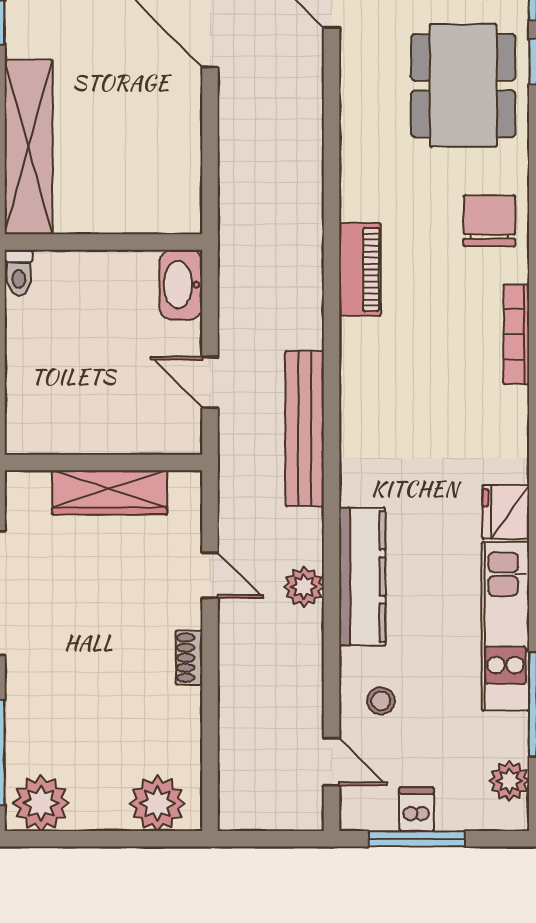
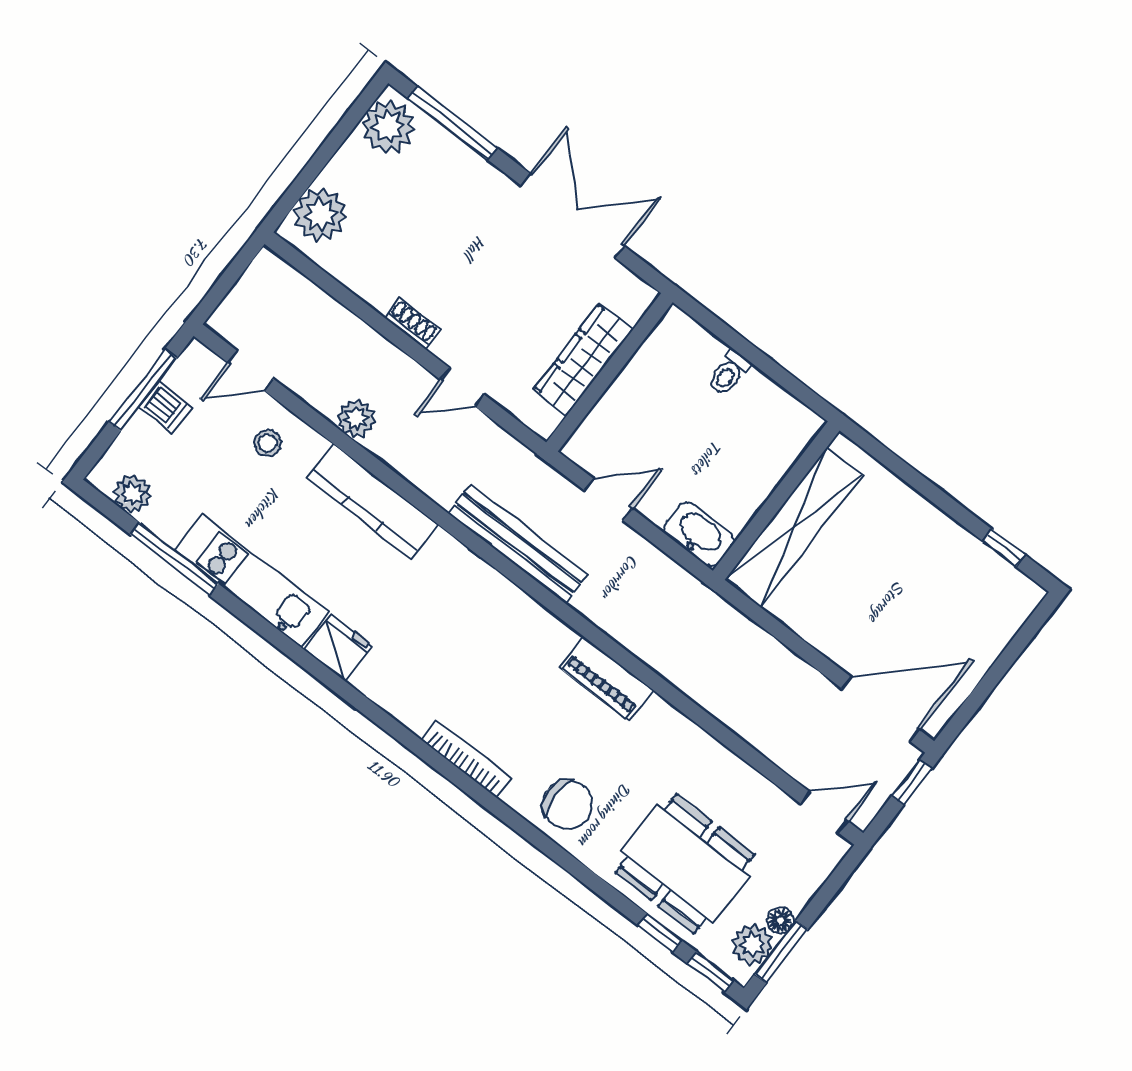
shelving: (29, 147) -> (793, 528), moved, turned 90
toilet: (19, 273) -> (729, 373), moved, turned -90
plant: (304, 587) -> (356, 419), moved

